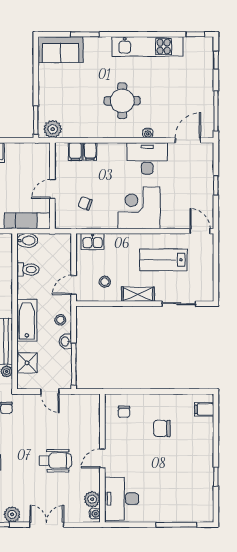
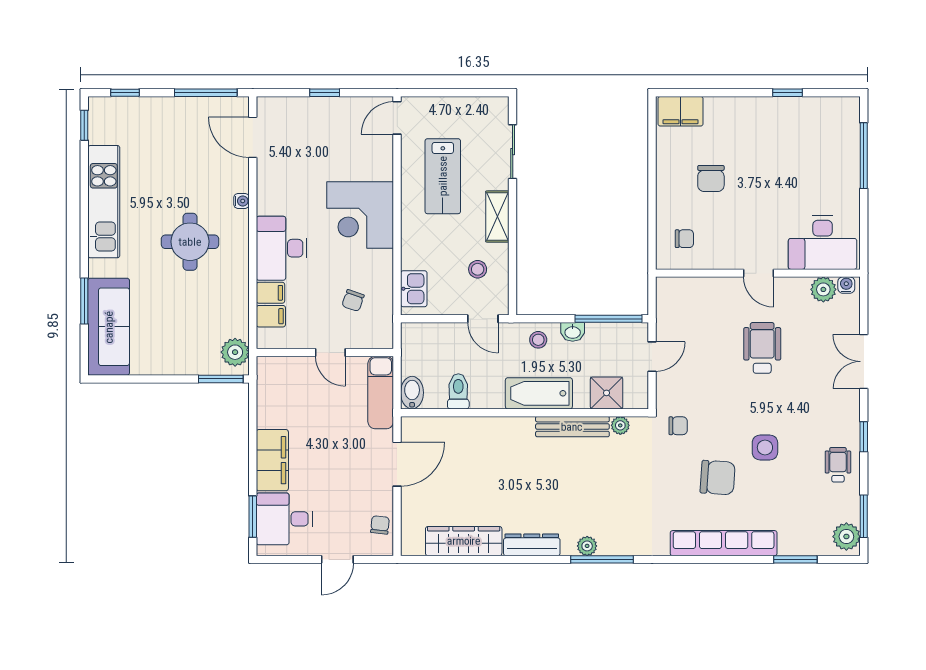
sofa: (61, 50) -> (109, 327), width x1.36
desk: (147, 158) -> (282, 248), moved
filing cabinet: (204, 409) -> (681, 111), width x2.00
plant: (12, 514) -> (848, 417), removed

